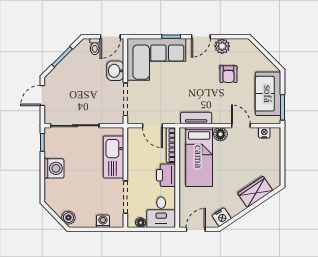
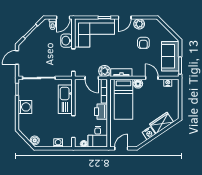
plant: (171, 115) -> (104, 71), added
nightstand: (222, 217) -> (149, 133), moved

